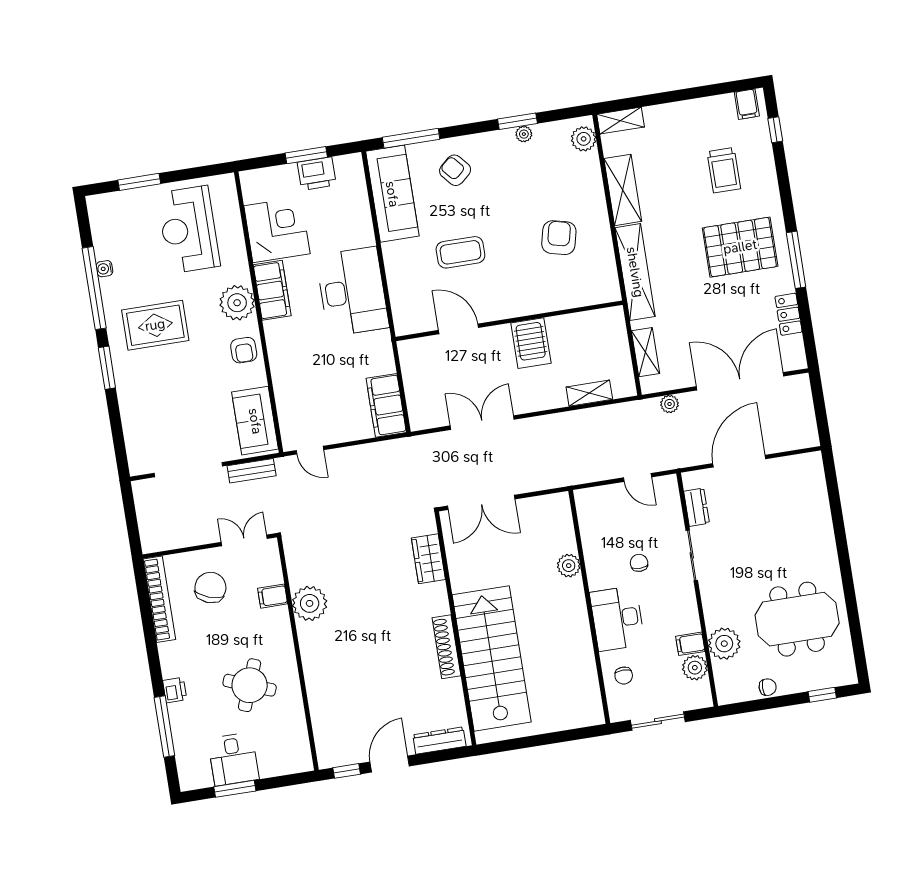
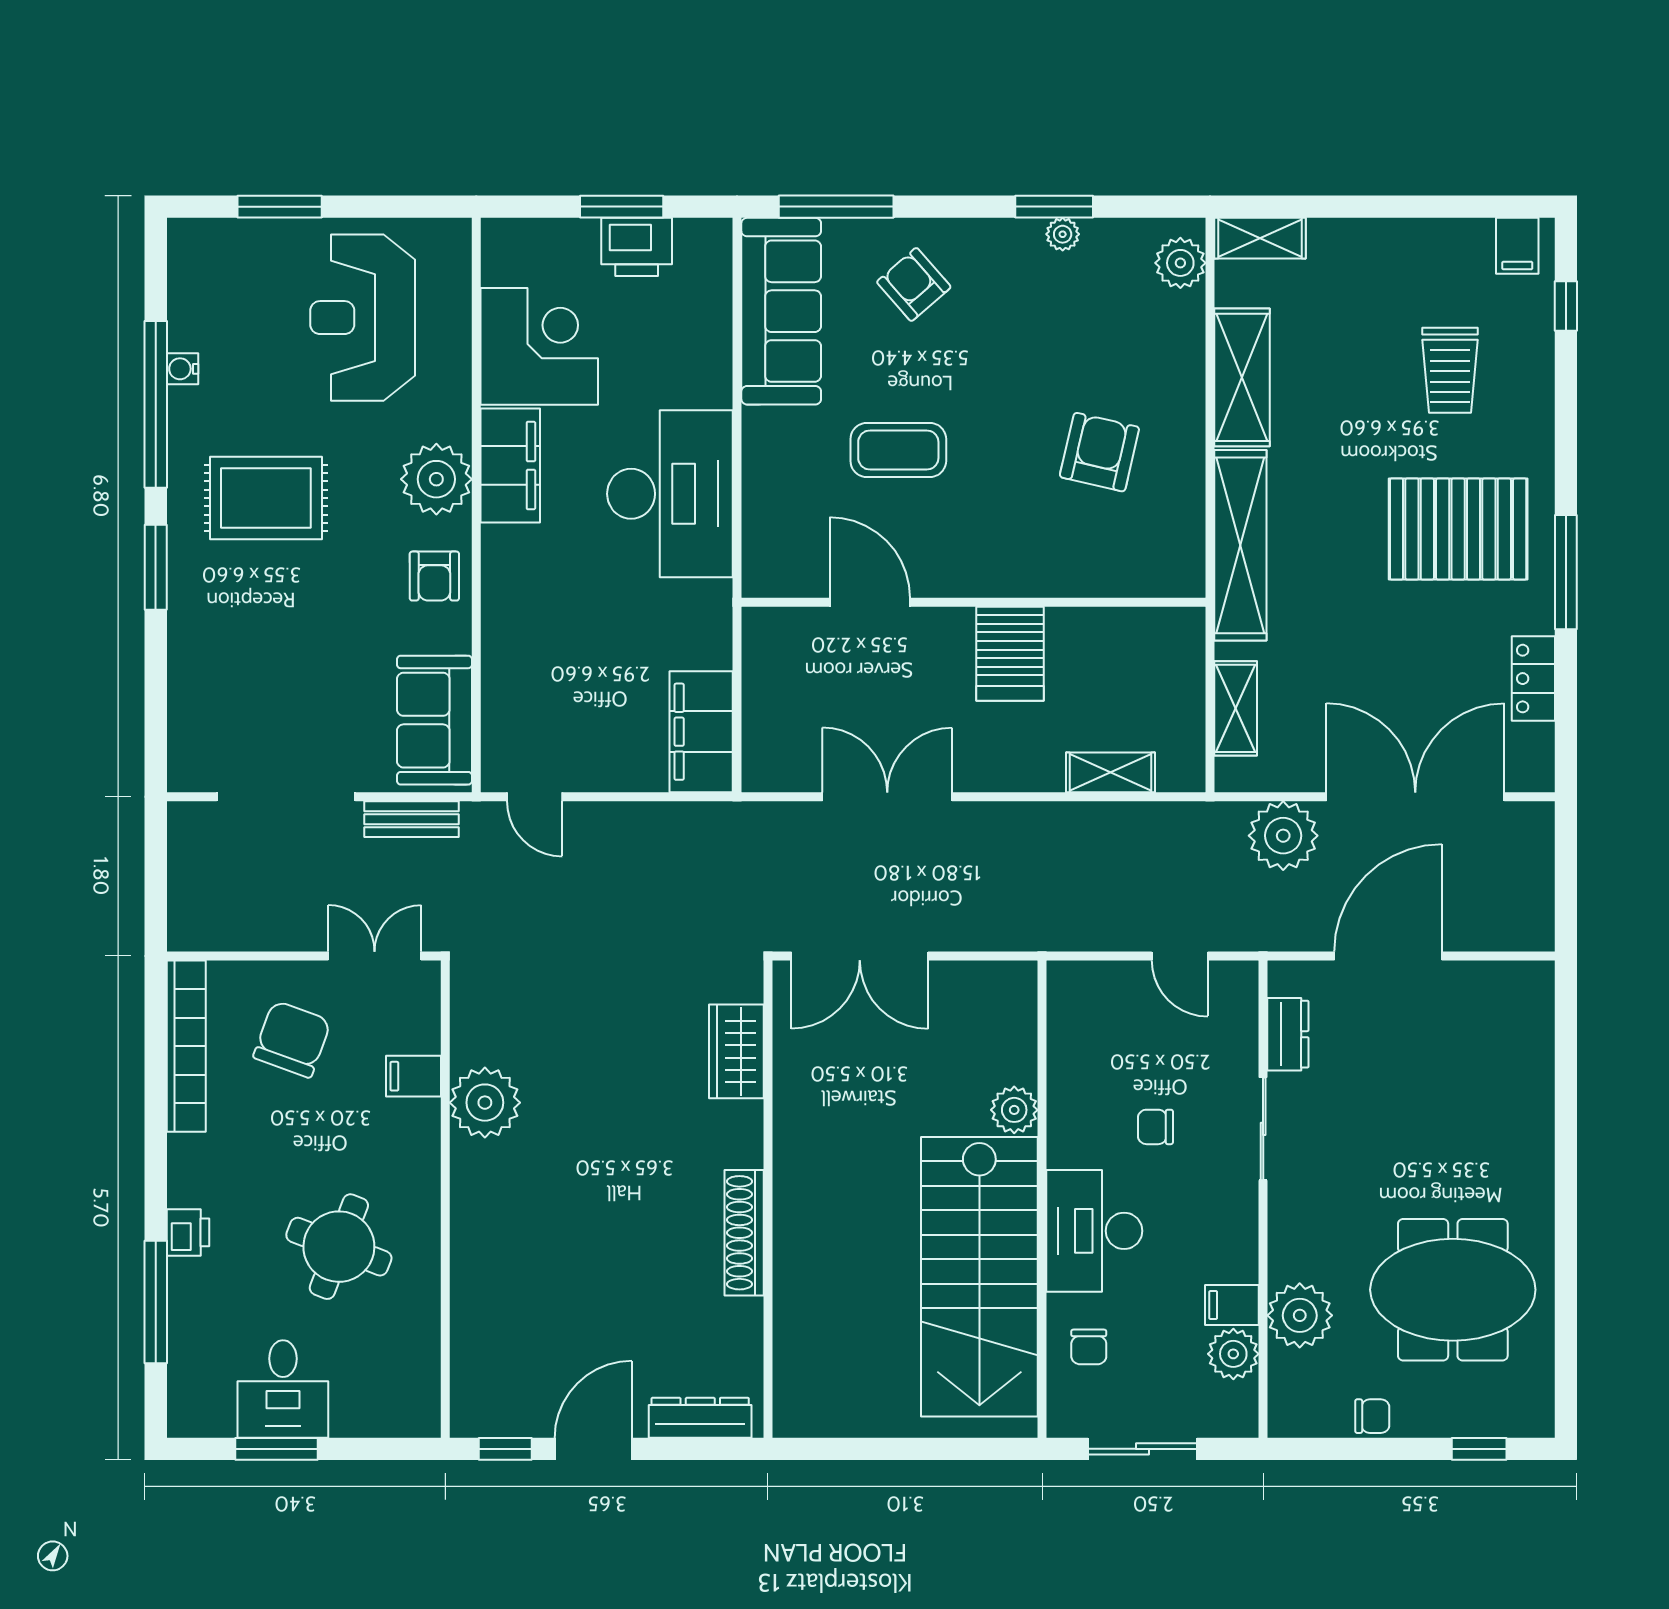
plant: (670, 404) -> (1283, 836), width x1.87, depth x1.87
chair: (639, 563) -> (1155, 1127), turned -90
stairs: (492, 658) -> (979, 1277), moved, turned 180

